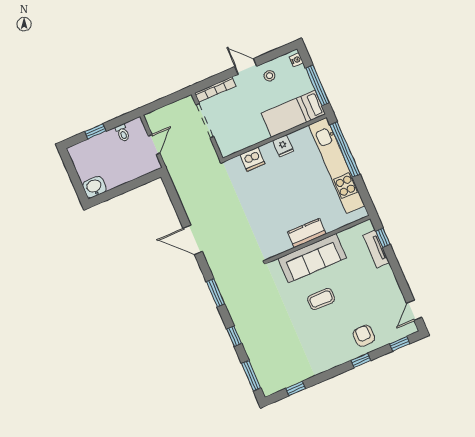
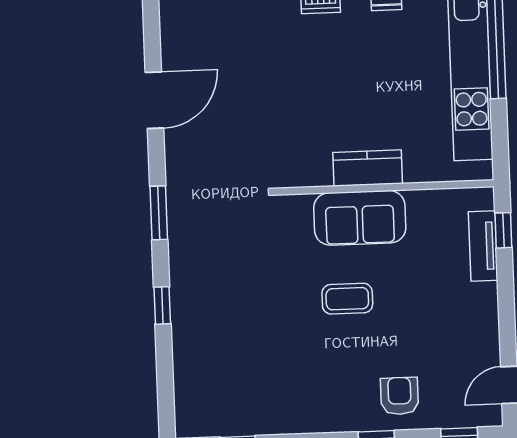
door: (193, 240) -> (154, 100), swing flipped
sofa: (312, 258) -> (360, 218), width x0.73
window: (251, 376) -> (165, 389), removed

